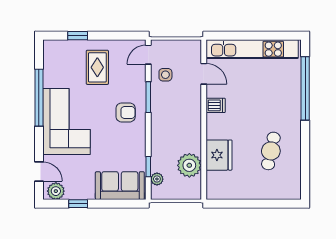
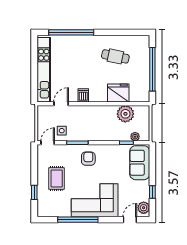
door: (148, 55) -> (48, 143), swing flipped
rug: (97, 67) -> (57, 179), turned 90
window: (253, 204) -> (152, 69), added

